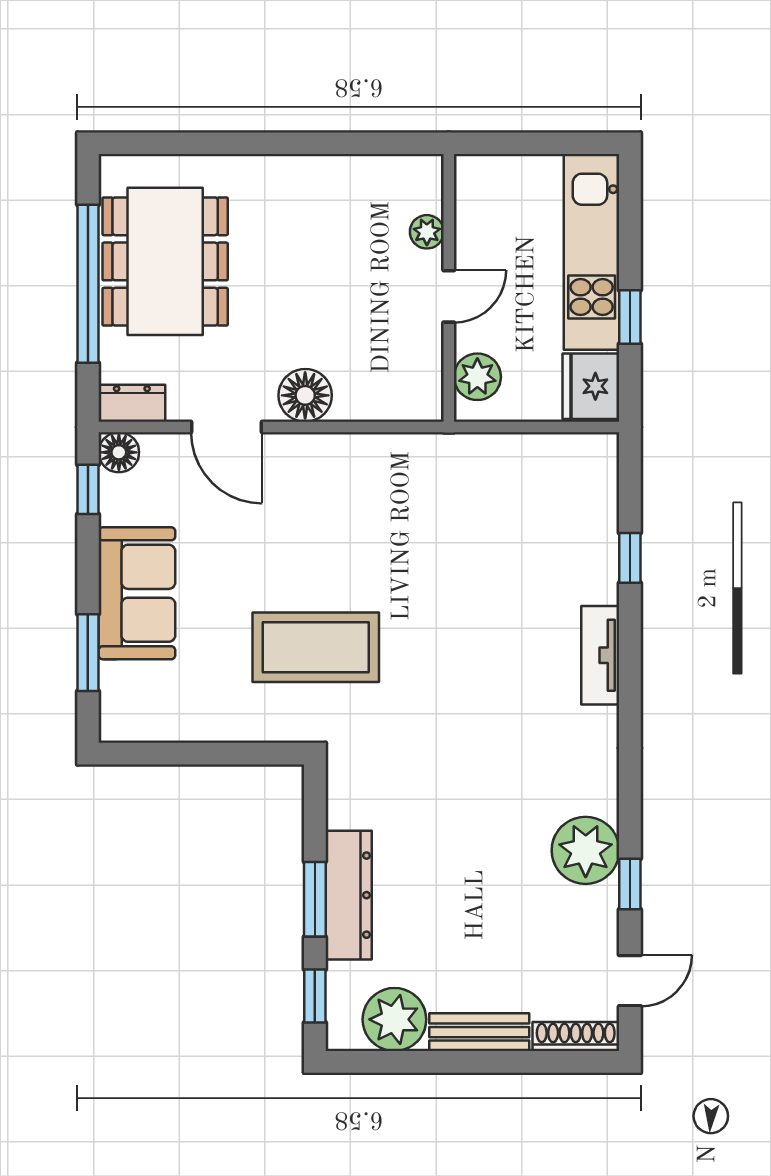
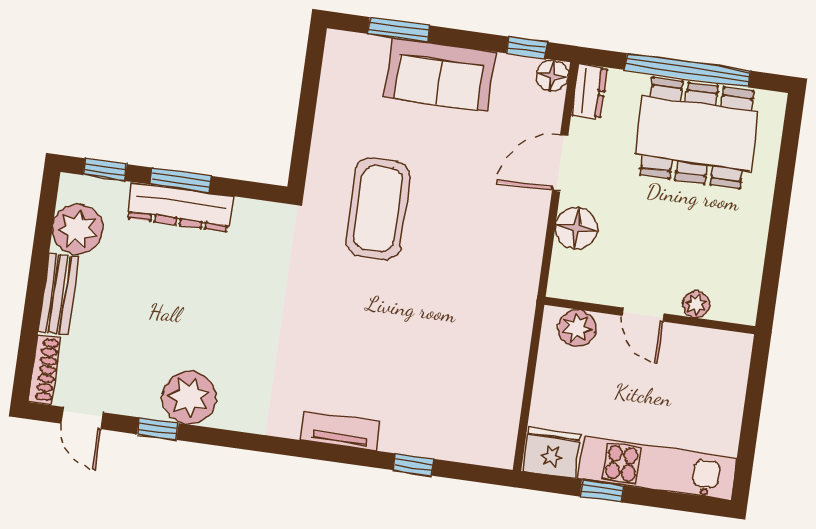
plant: (427, 232) -> (696, 305), moved
wall: (449, 288) -> (650, 316), moved
door: (449, 296) -> (643, 315), moved
plant: (477, 377) -> (577, 328), moved

